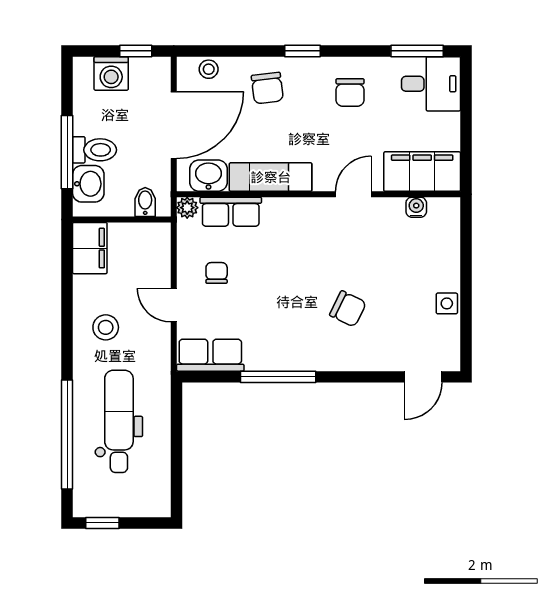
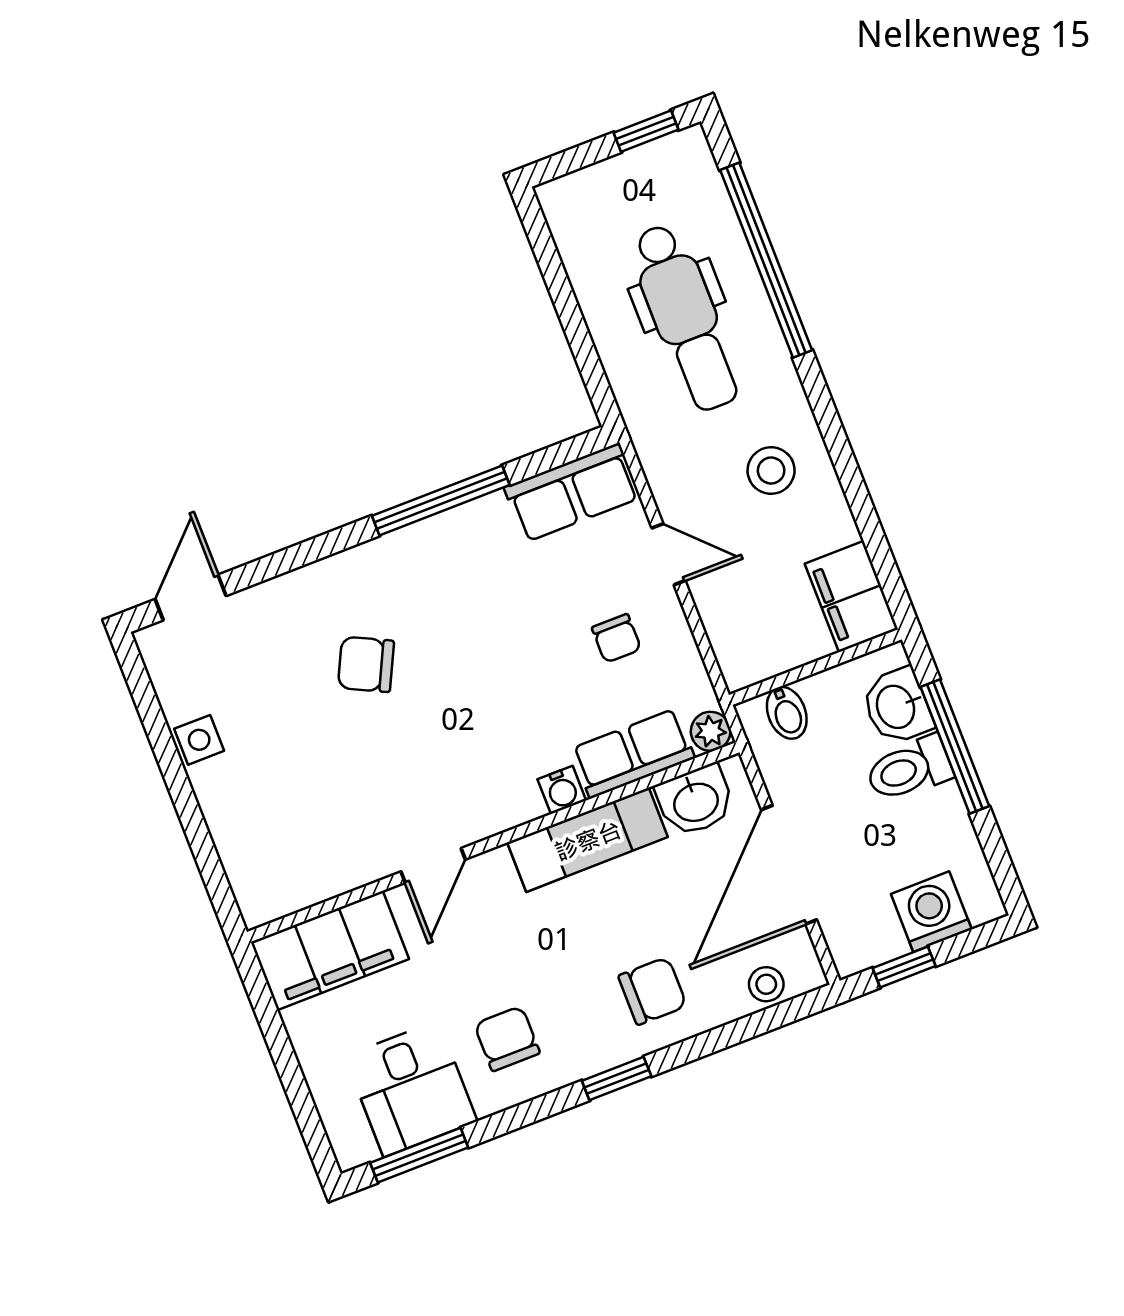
desk: (431, 84) -> (411, 1089), moved, turned -90
chair: (267, 88) -> (653, 991), turned 97
water cooler: (416, 207) -> (562, 790), moved

